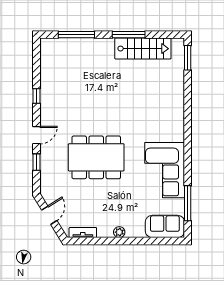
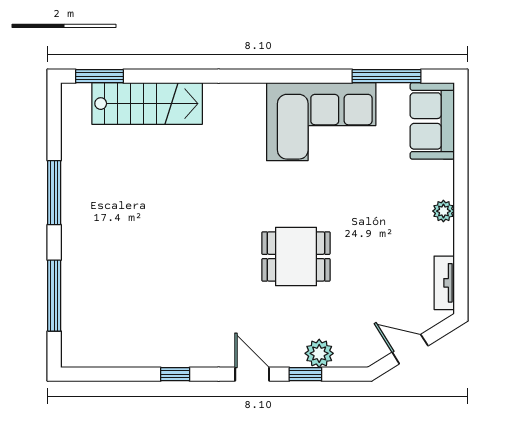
stairs: (143, 49) -> (147, 104), moved, turned 90
dining table: (96, 157) -> (296, 256), width x0.53, depth x0.80
plant: (47, 169) -> (319, 353), added

